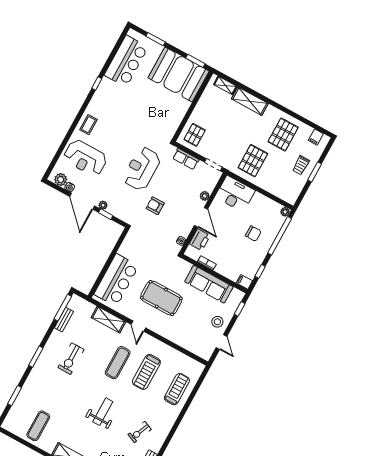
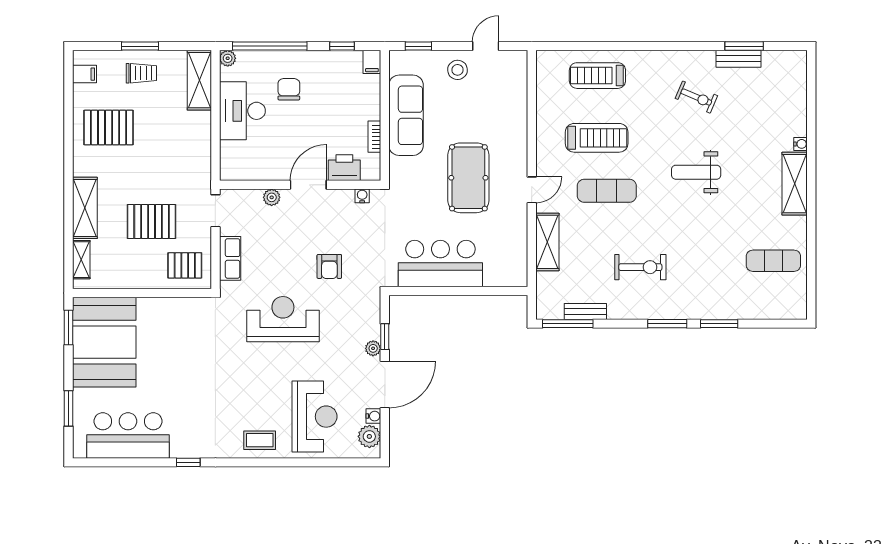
pallet: (253, 161) -> (152, 221), moved
reception desk: (142, 169) -> (283, 319), turned 180
shelving: (282, 192) -> (199, 80), added
desk: (235, 194) -> (242, 111), moved
bar counter: (116, 280) -> (440, 264), moved
window: (15, 396) -> (719, 324), moved

